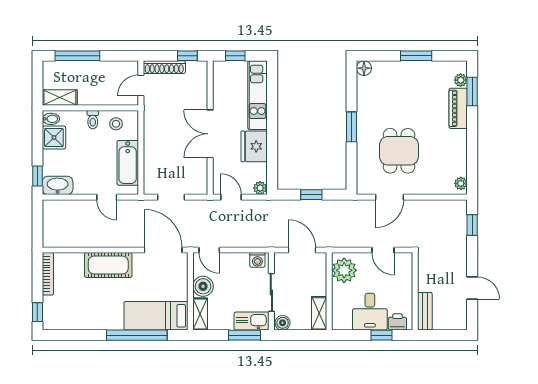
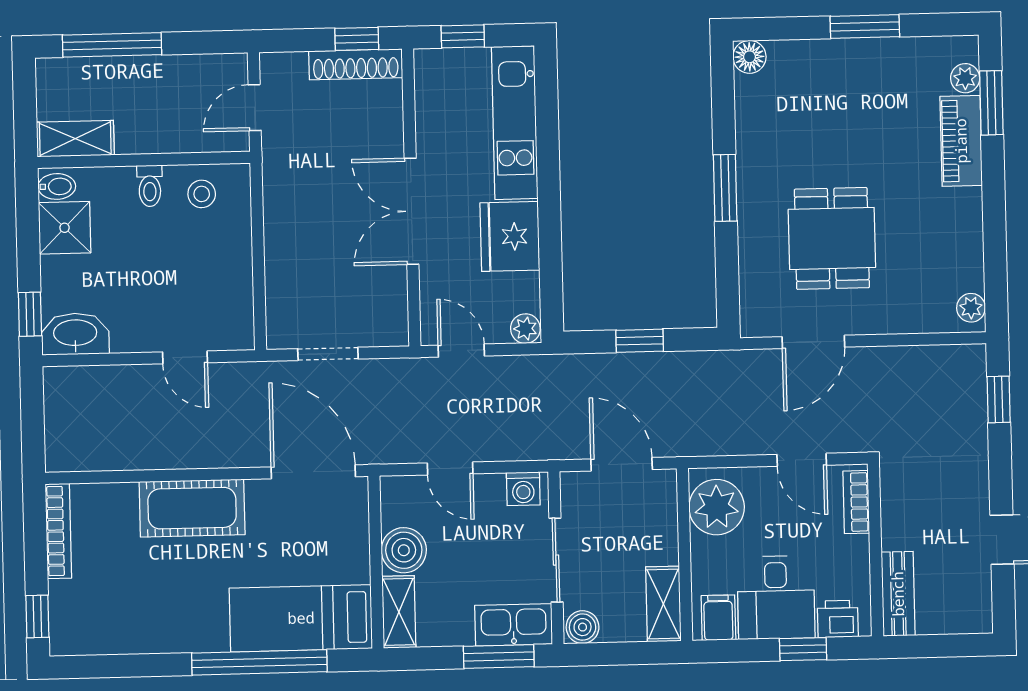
shoe rack: (164, 67) -> (356, 64), moved
bathtub: (128, 163) -> (230, 280), removed
door: (209, 250) -> (450, 468), moved
bookcase: (407, 270) -> (856, 502), added
filing cabinet: (344, 320) -> (718, 618), added

